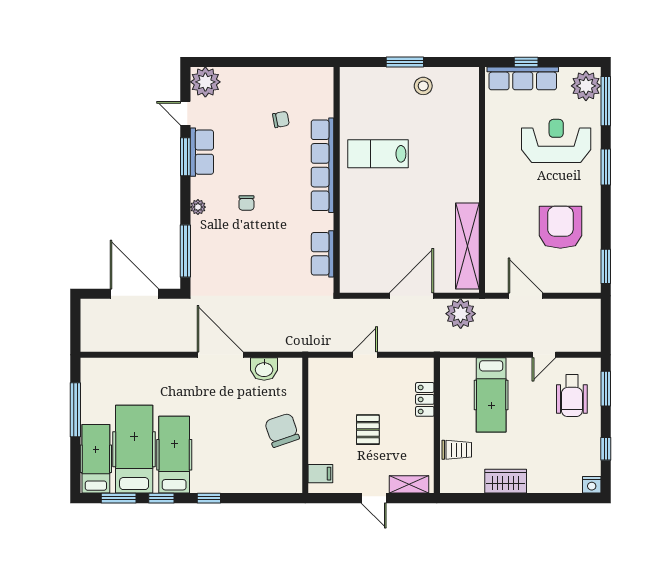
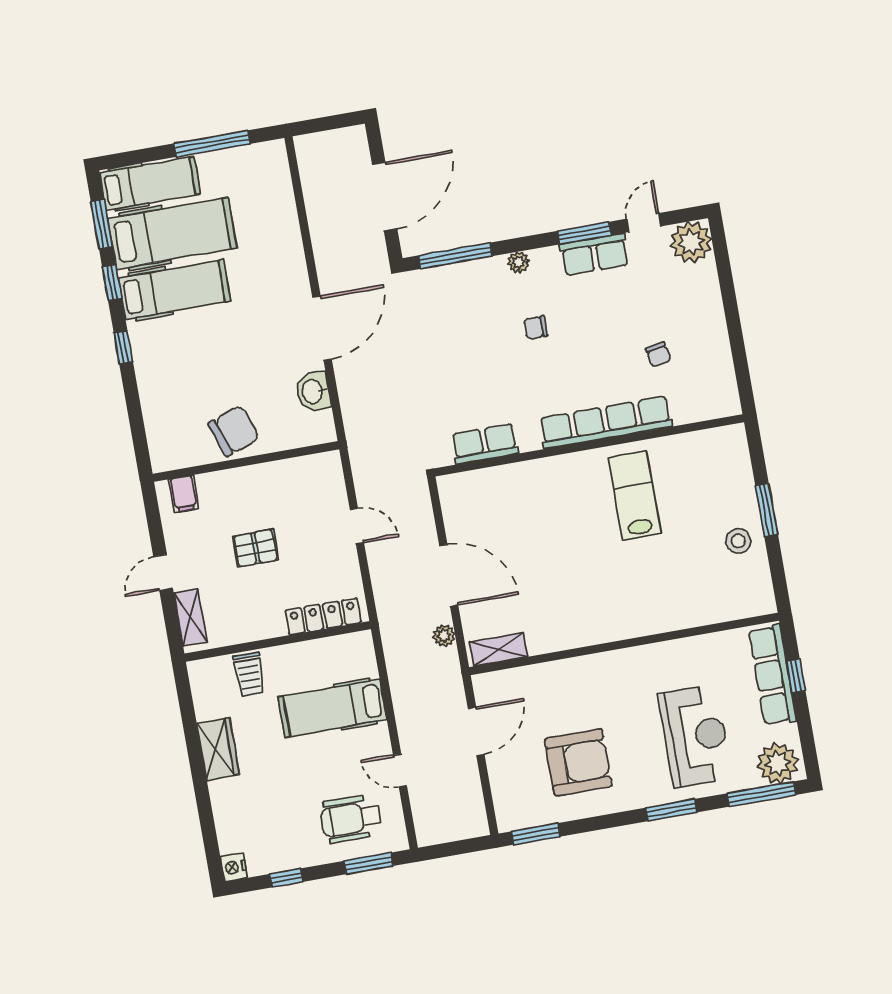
shelving: (467, 246) -> (499, 649), width x0.45, depth x0.75
plant: (461, 314) -> (444, 636), width x0.53, depth x0.53
locker: (425, 399) -> (323, 616), width x1.53

